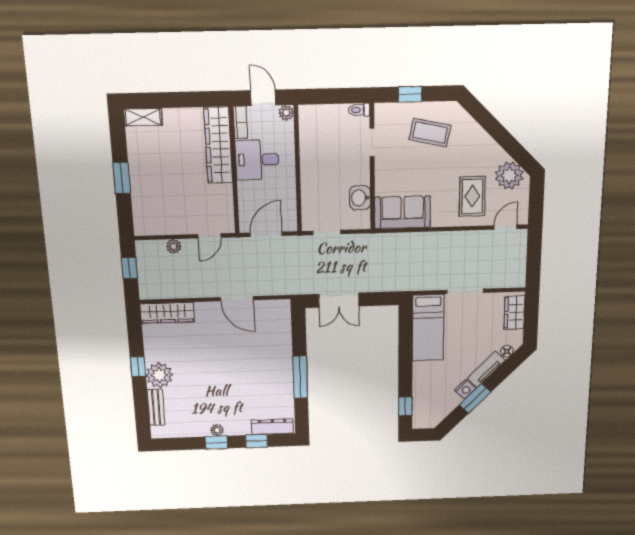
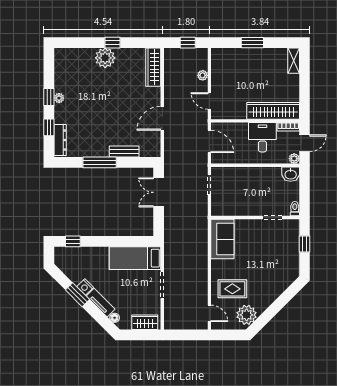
coffee table: (430, 133) -> (278, 258), removed
washbasin: (360, 198) -> (291, 174), moved, turned 180
bench: (156, 407) -> (124, 152), moved

